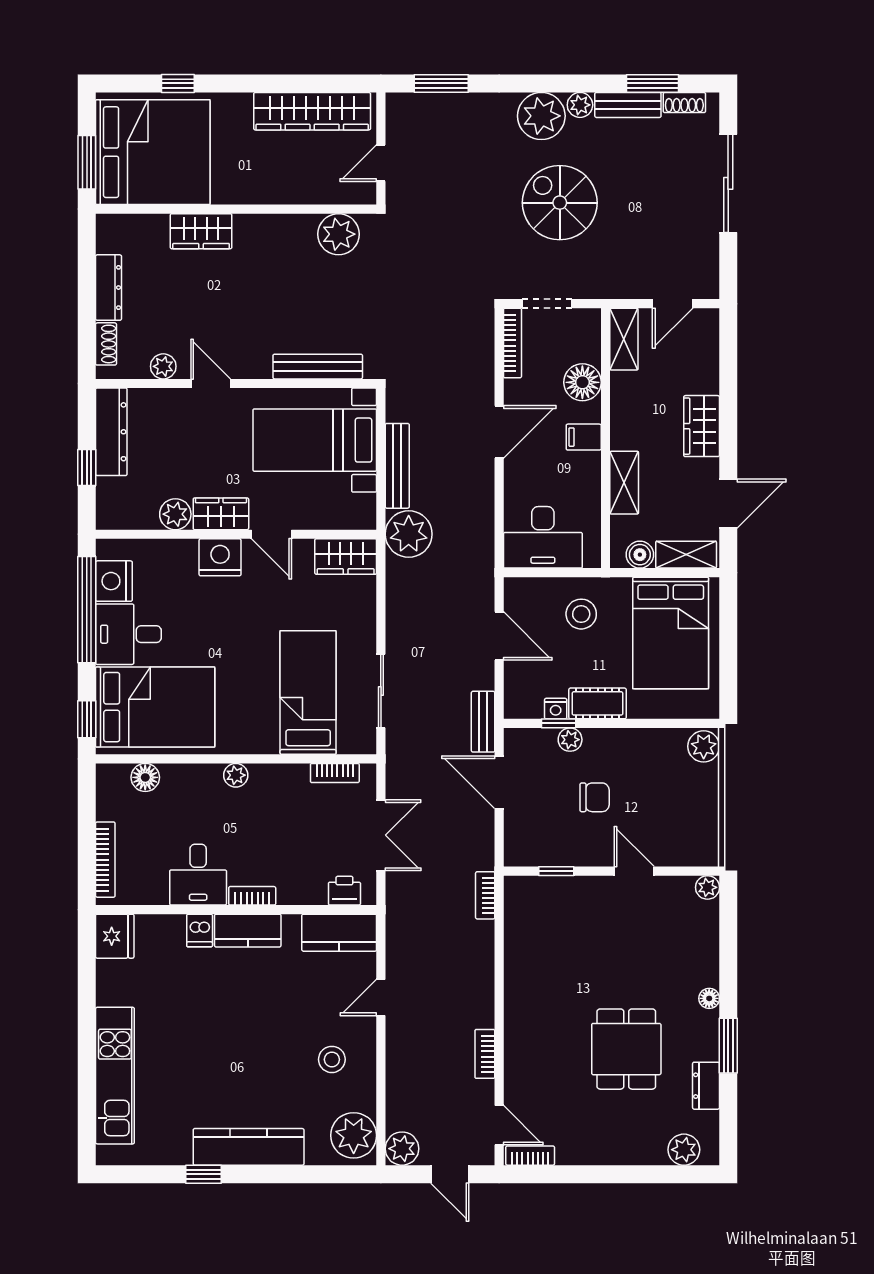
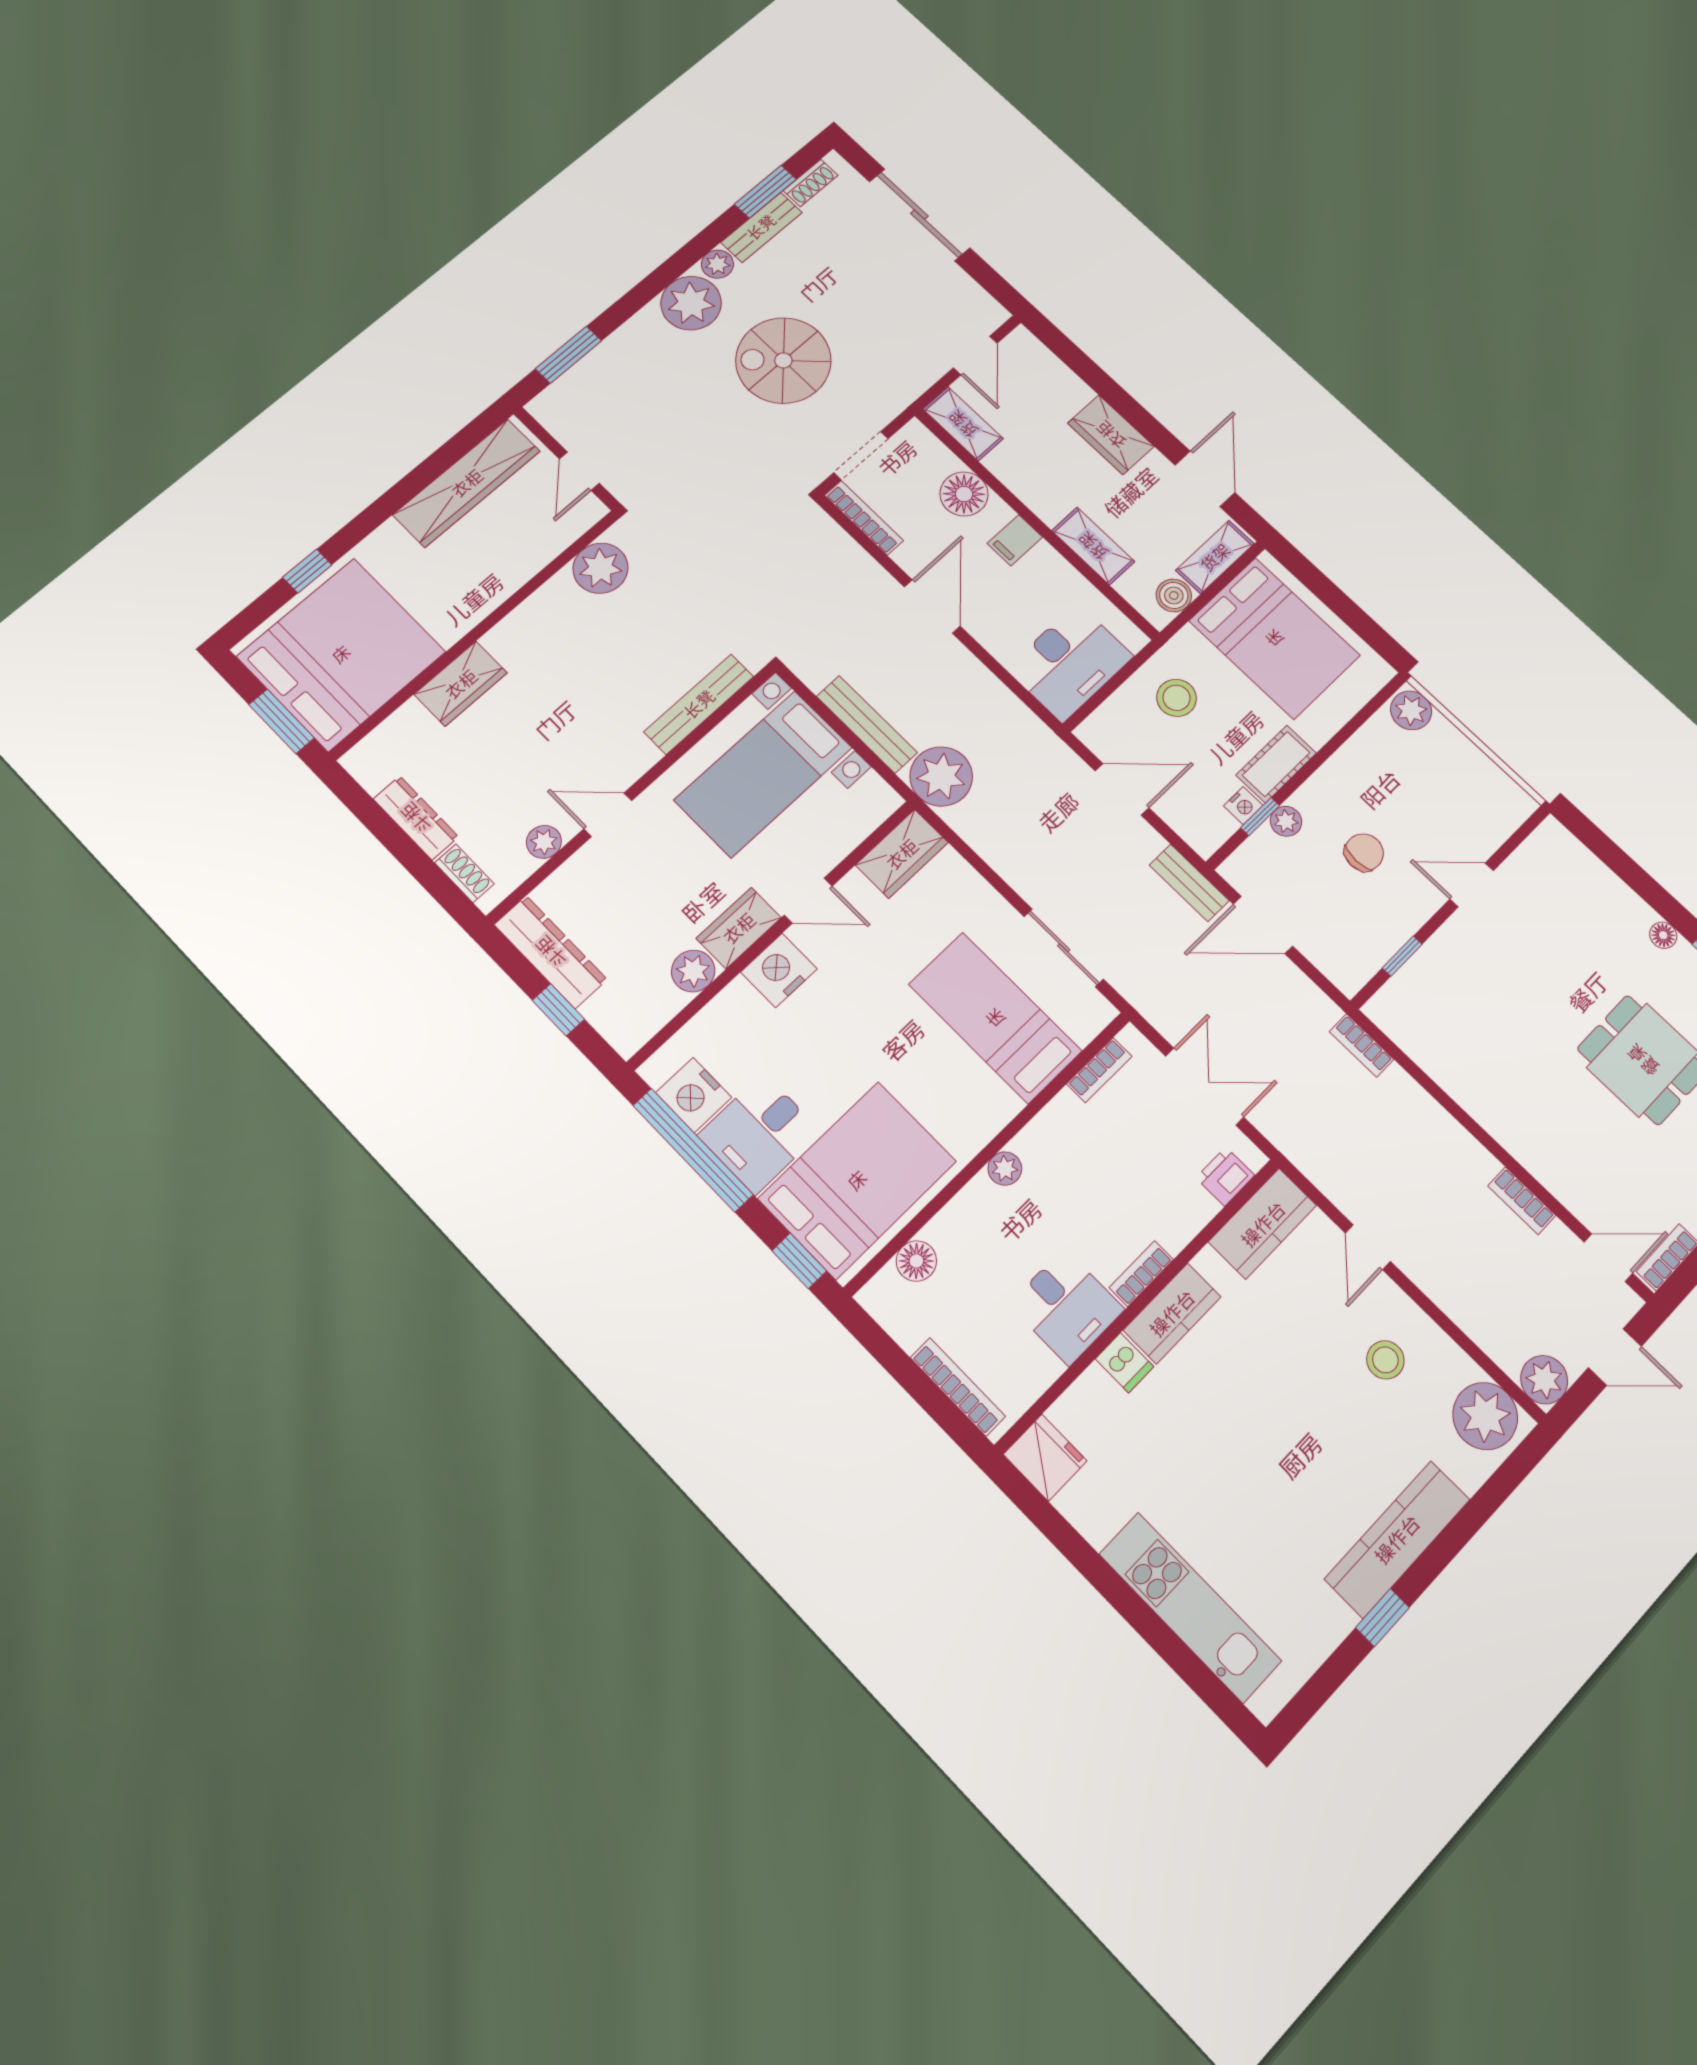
plant: (707, 887) -> (1552, 834), removed

